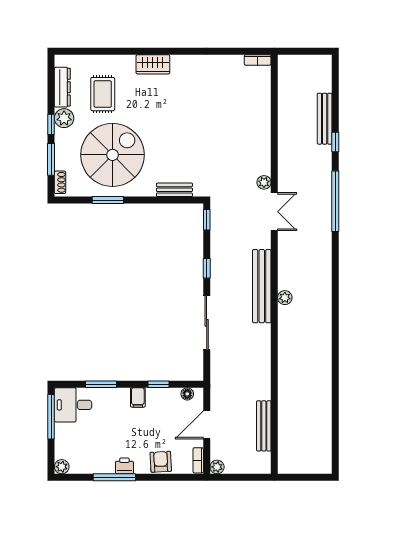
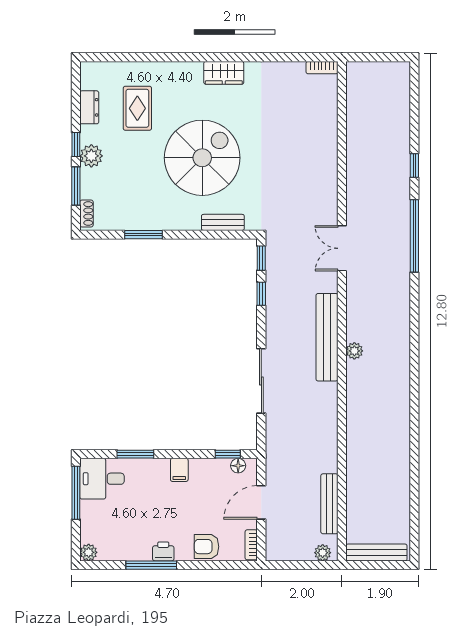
wardrobe: (153, 64) -> (224, 73), moved
dresser: (62, 87) -> (89, 107), width x0.70
plant: (64, 118) -> (91, 156), moved
bench: (325, 119) -> (376, 552), moved, turned 90
spiral stairs: (113, 155) -> (202, 158), moved
plant: (264, 182) -> (330, 214), removed
double door: (274, 212) -> (342, 248), swing flipped
window: (207, 268) -> (261, 294), moved
window: (158, 384) -> (228, 454), moved
armchair: (161, 462) -> (207, 547), turned -87
plant: (217, 467) -> (323, 553), moved

